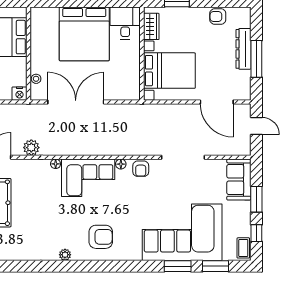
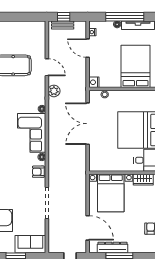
dresser: (243, 49) -> (112, 248), moved
double door: (76, 102) -> (88, 124), swing flipped
door: (217, 102) -> (88, 228), swing flipped

